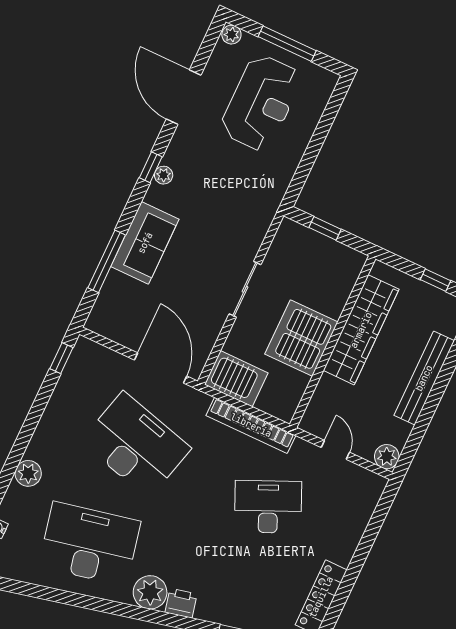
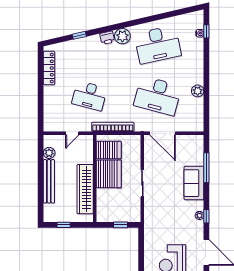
window: (61, 358) -> (206, 118), removed
server rack: (236, 379) -> (109, 150), moved, turned 180
door: (335, 450) -> (72, 133), hinge flipped
plant: (387, 457) -> (49, 153), moved
plant: (28, 473) -> (198, 91), moved
desk: (268, 507) -> (89, 96), turned 39

